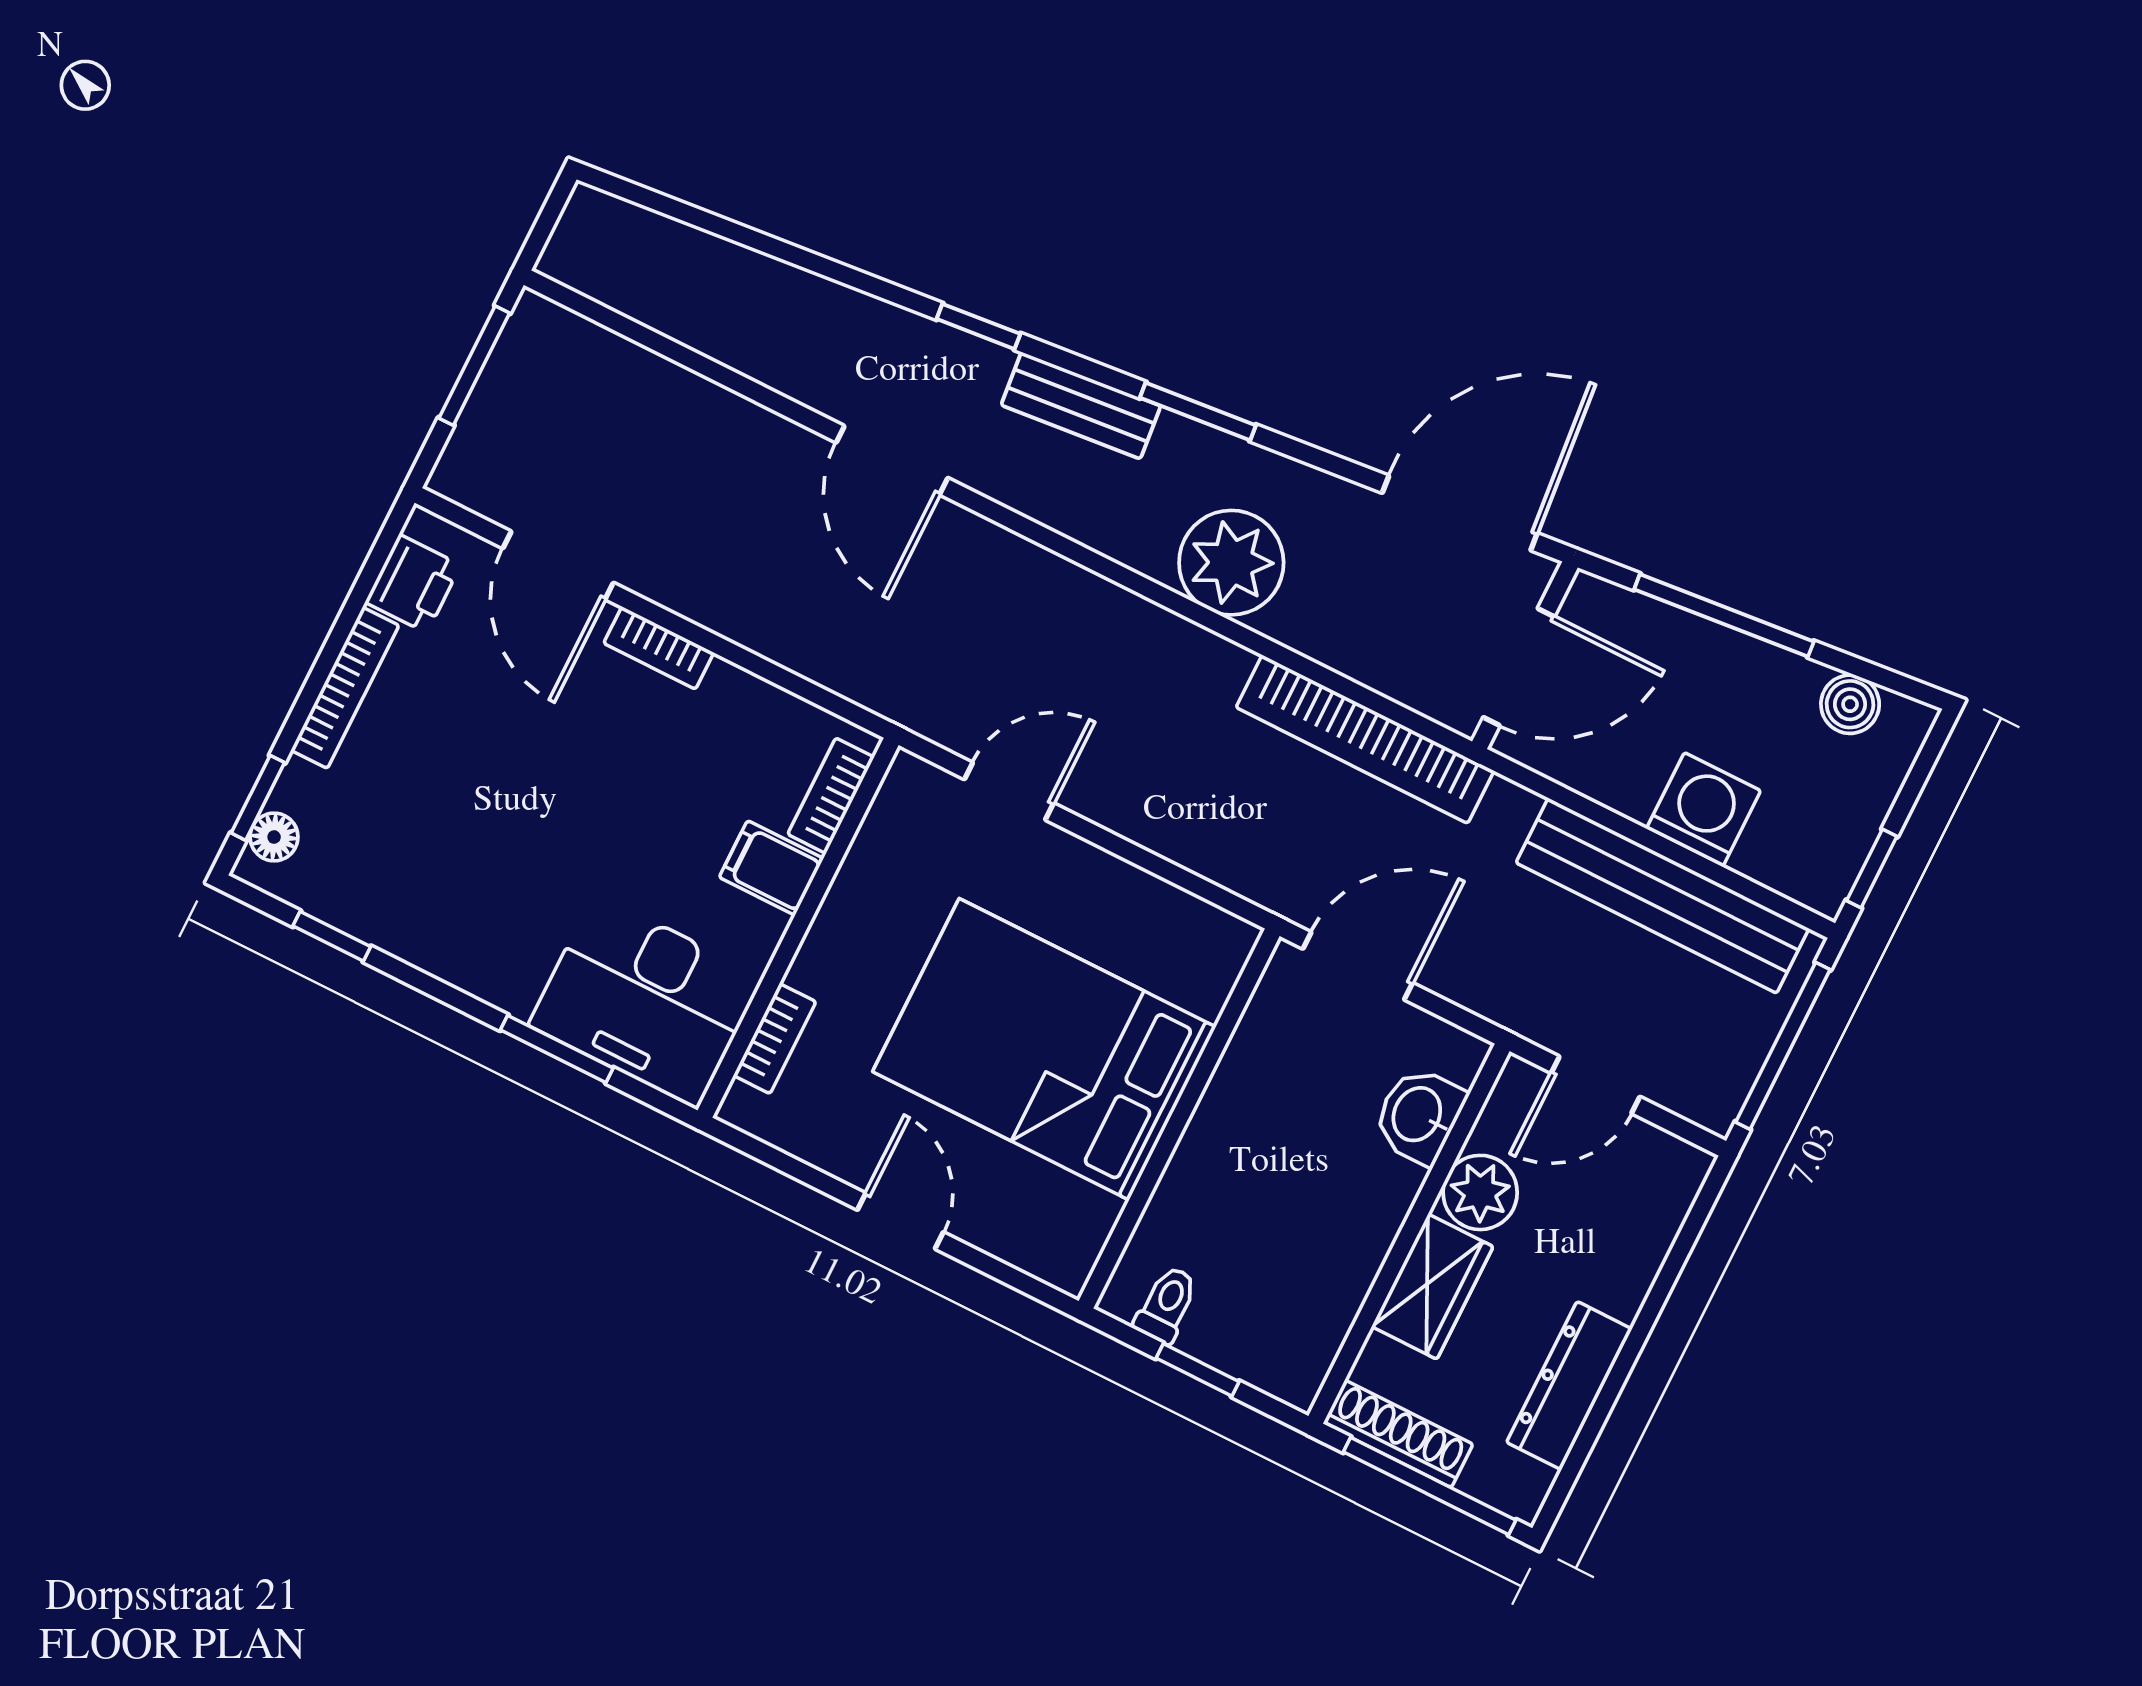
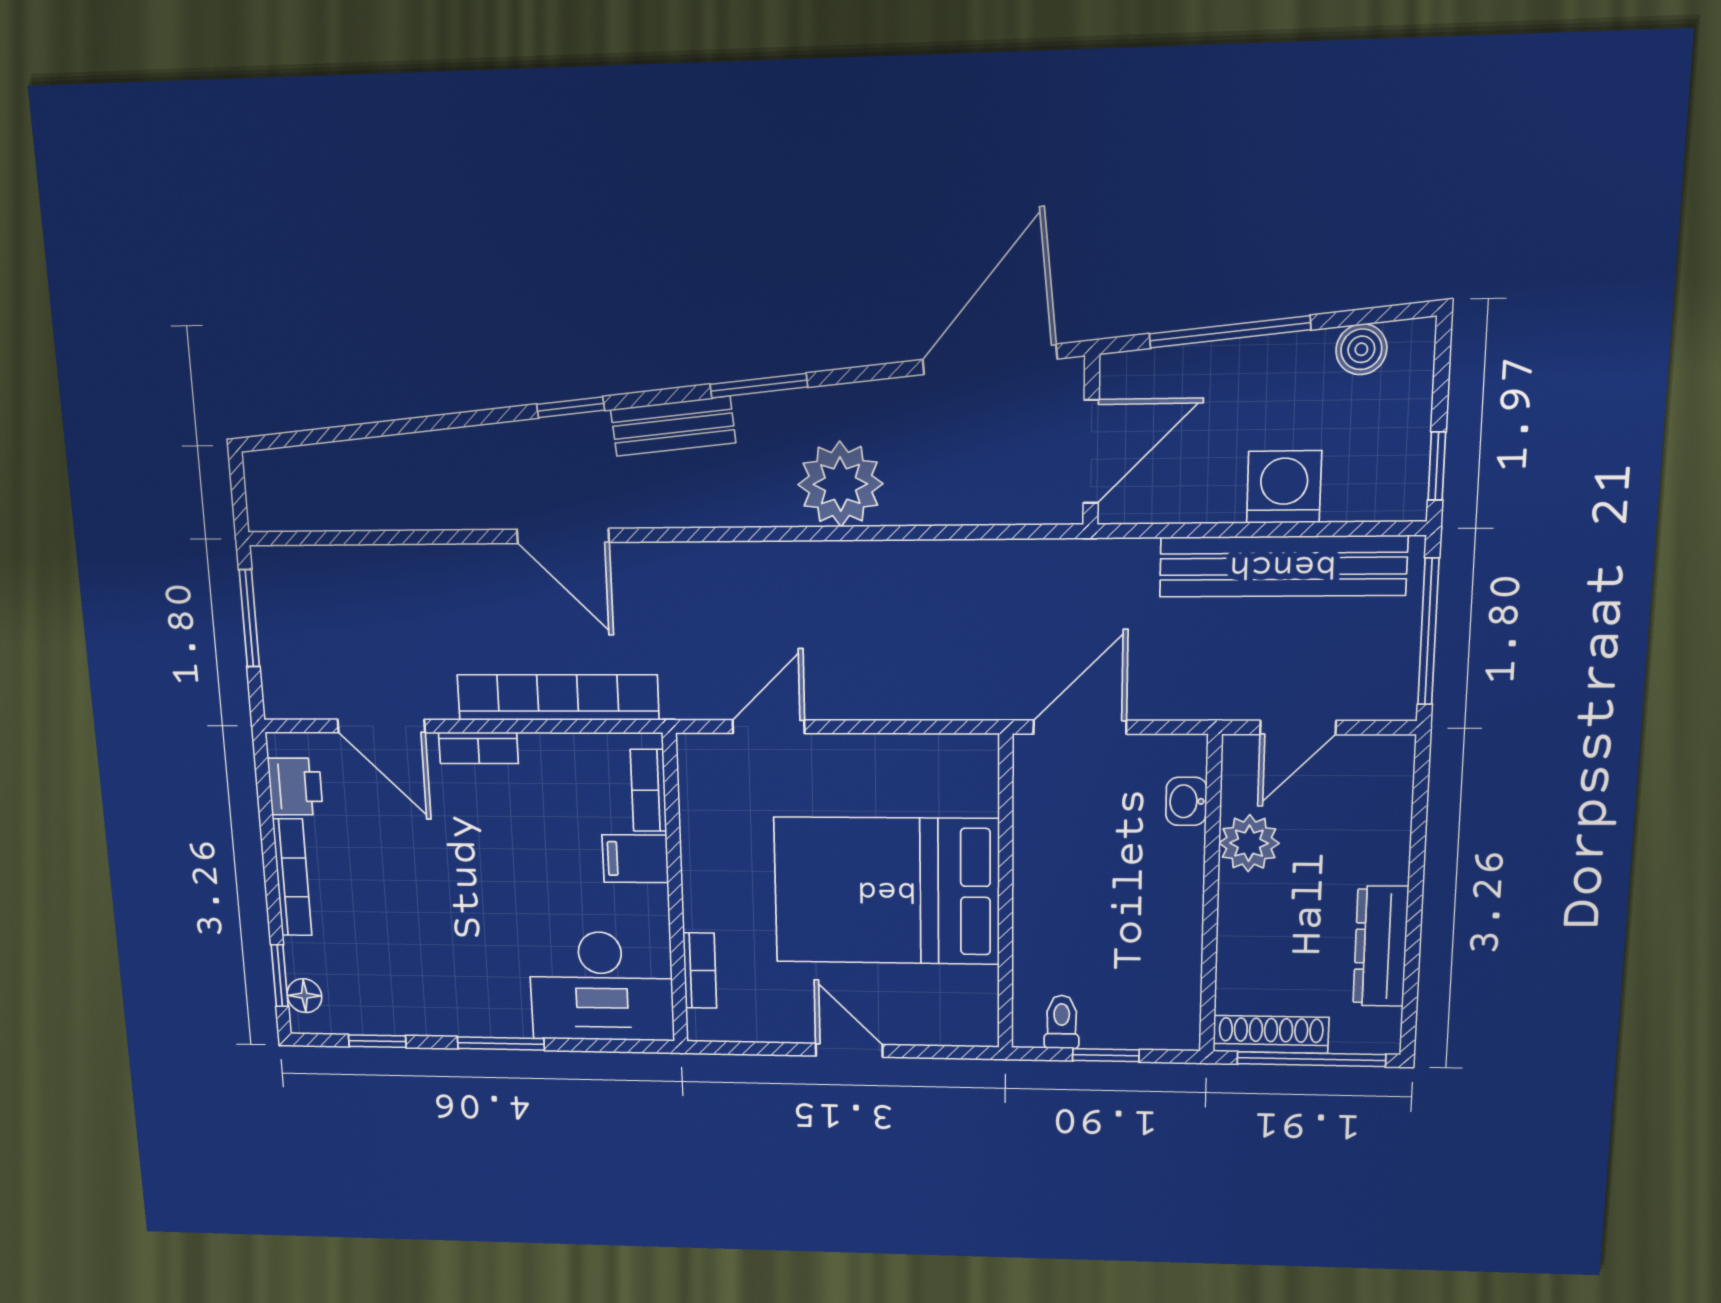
bookcase: (1365, 739) -> (558, 697), moved, turned 180
window: (557, 1049) -> (501, 1044), moved
washbasin: (1419, 1115) -> (1186, 801), width x0.72, depth x0.69
wardrobe: (1432, 1287) -> (1246, 924), removed

